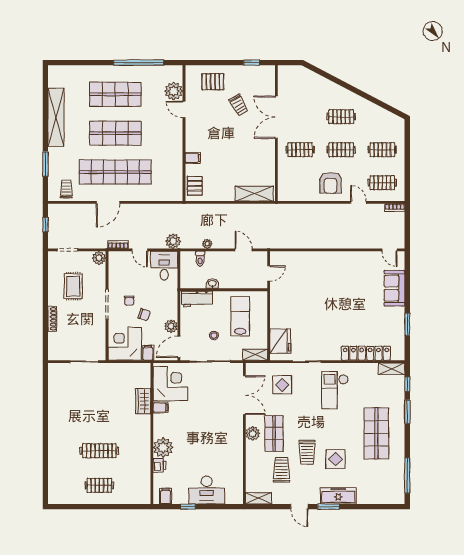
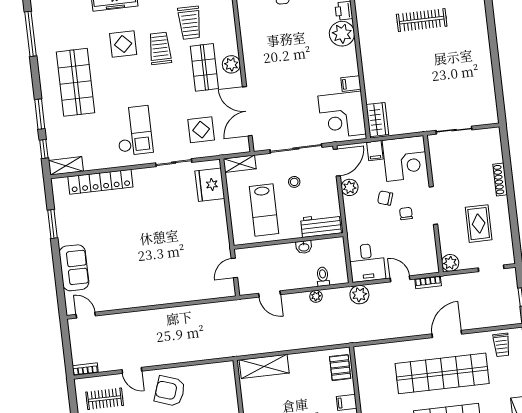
armchair: (330, 183) -> (170, 391), turned -71
wardrobe: (143, 401) -> (377, 120), moved

